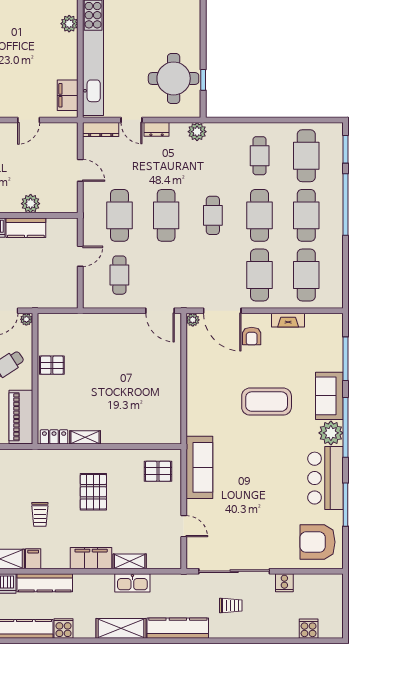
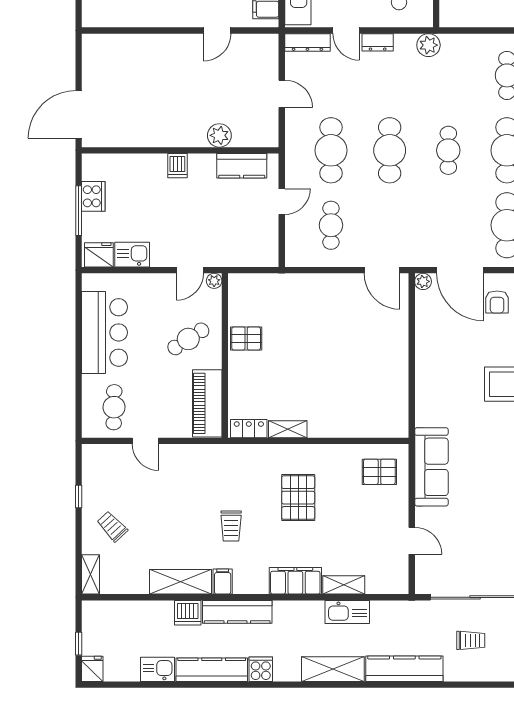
kitchen counter: (26, 228) -> (242, 166), moved

